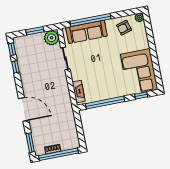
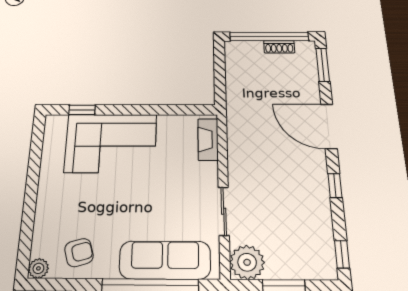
window: (15, 67) -> (335, 186), moved
corner sofa: (139, 72) -> (111, 143), moved, turned 90
window: (105, 103) -> (158, 110), removed

